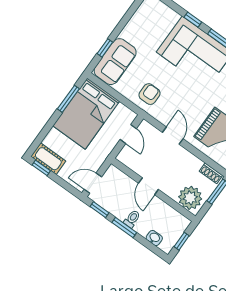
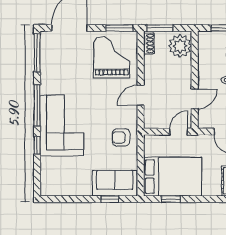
window: (68, 99) -> (171, 199), width x0.67
door: (128, 134) -> (179, 132), moved
door: (148, 186) -> (195, 99), moved

